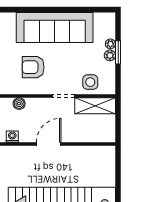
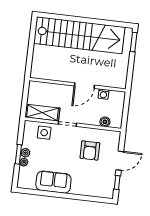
sofa: (55, 27) -> (53, 182), width x0.54, depth x0.79
armchair: (33, 67) -> (90, 151), turned 90
washing machine: (12, 137) -> (103, 94), moved

